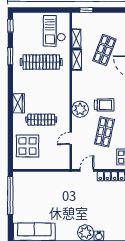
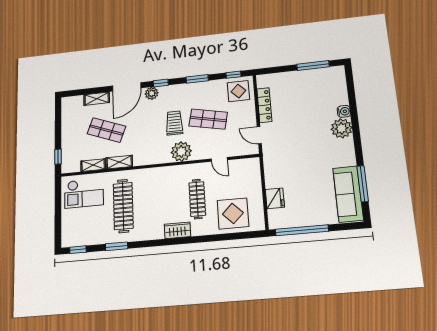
fridge: (36, 178) -> (275, 198), added

